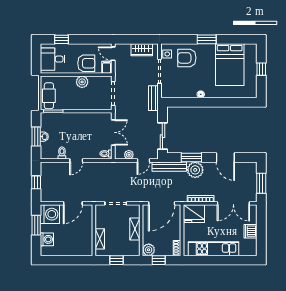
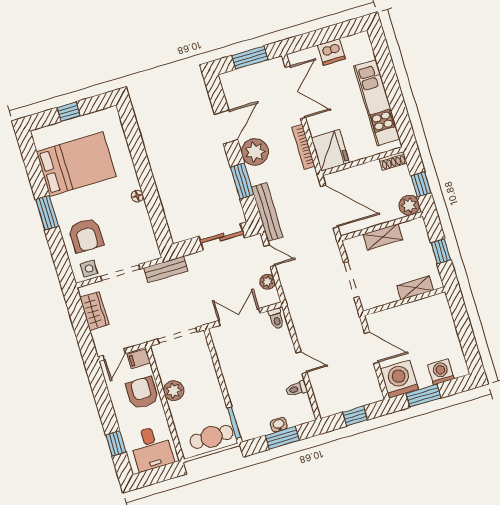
plant: (195, 170) -> (255, 152), moved

